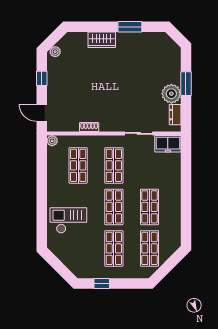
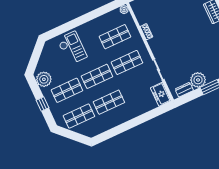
plant: (89, 269) -> (44, 79), added
window: (102, 284) -> (42, 104), moved

